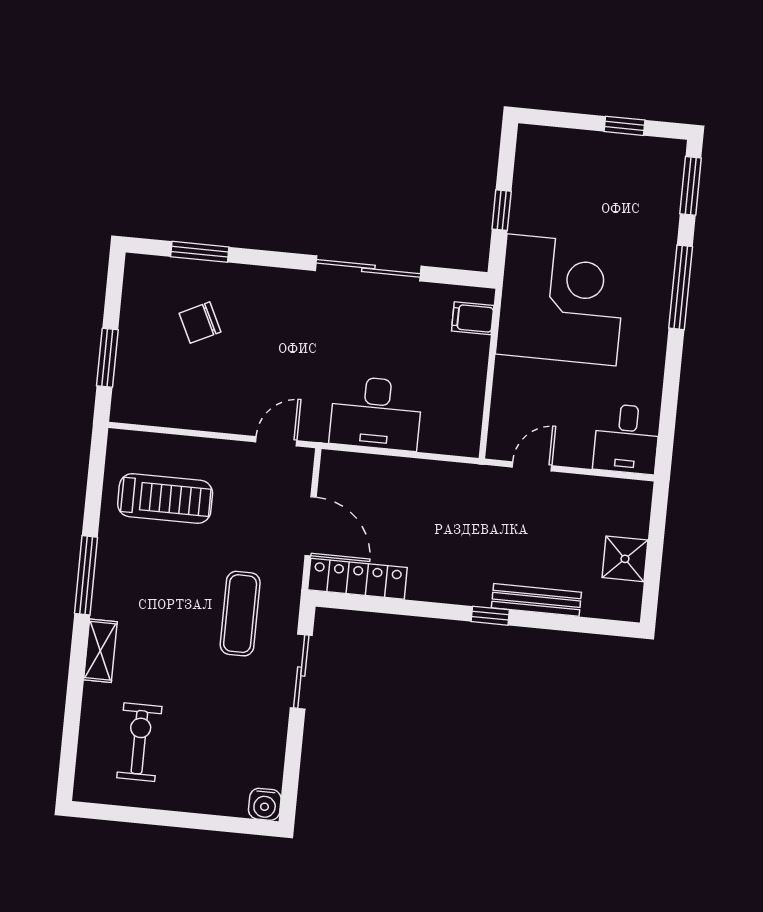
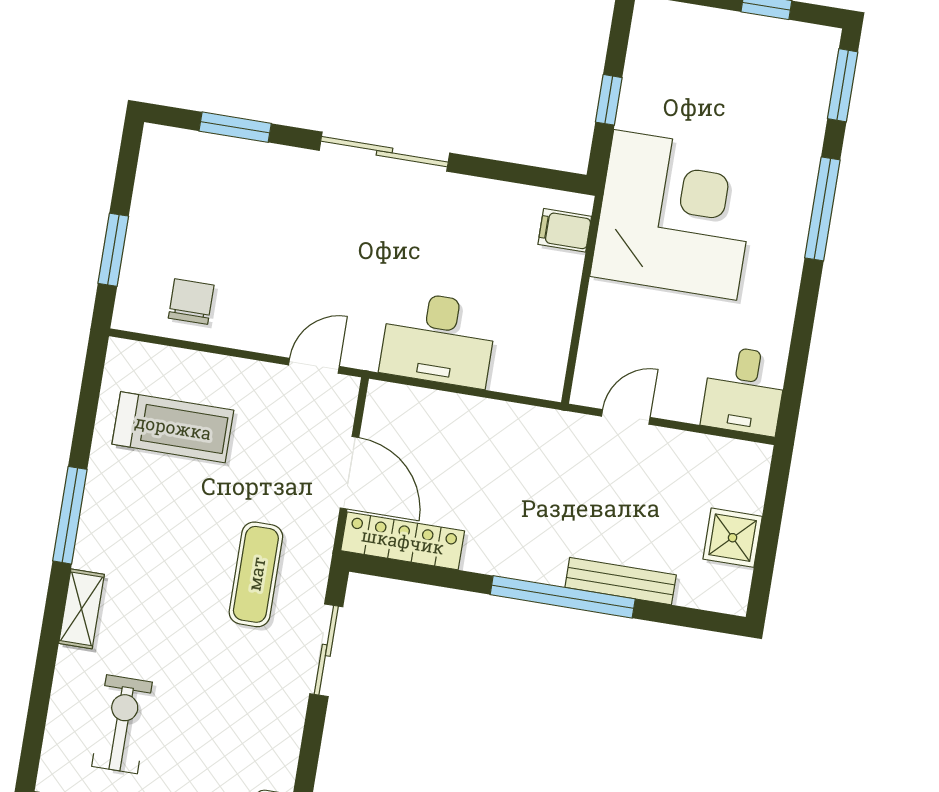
sliding door: (368, 268) -> (384, 152), moved
chair: (200, 323) -> (191, 302), moved, turned 116
window: (490, 616) -> (563, 597), width x3.17

